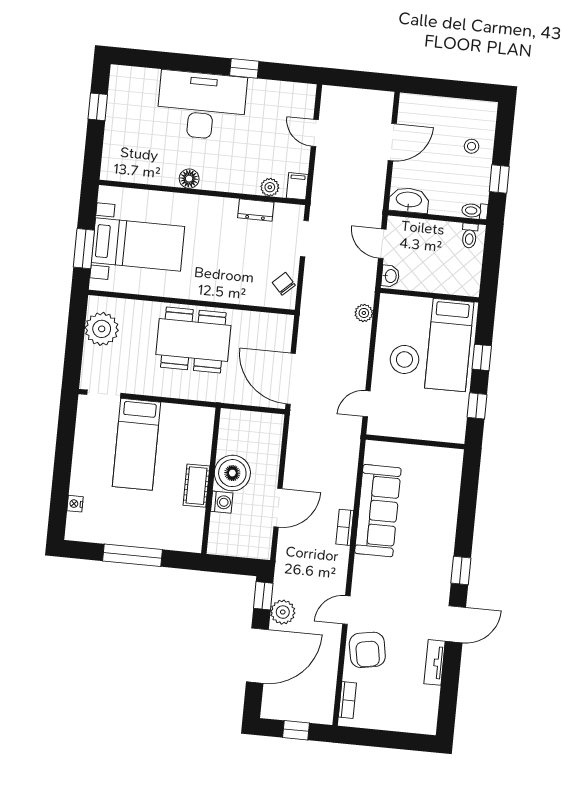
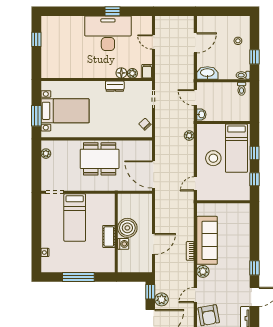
desk: (202, 105) -> (108, 33), moved
floor lamp: (189, 179) -> (121, 73), moved
dresser: (256, 210) -> (115, 86), moved
plant: (102, 329) -> (46, 154), width x0.53, depth x0.53
plant: (365, 568) -> (203, 271), added

